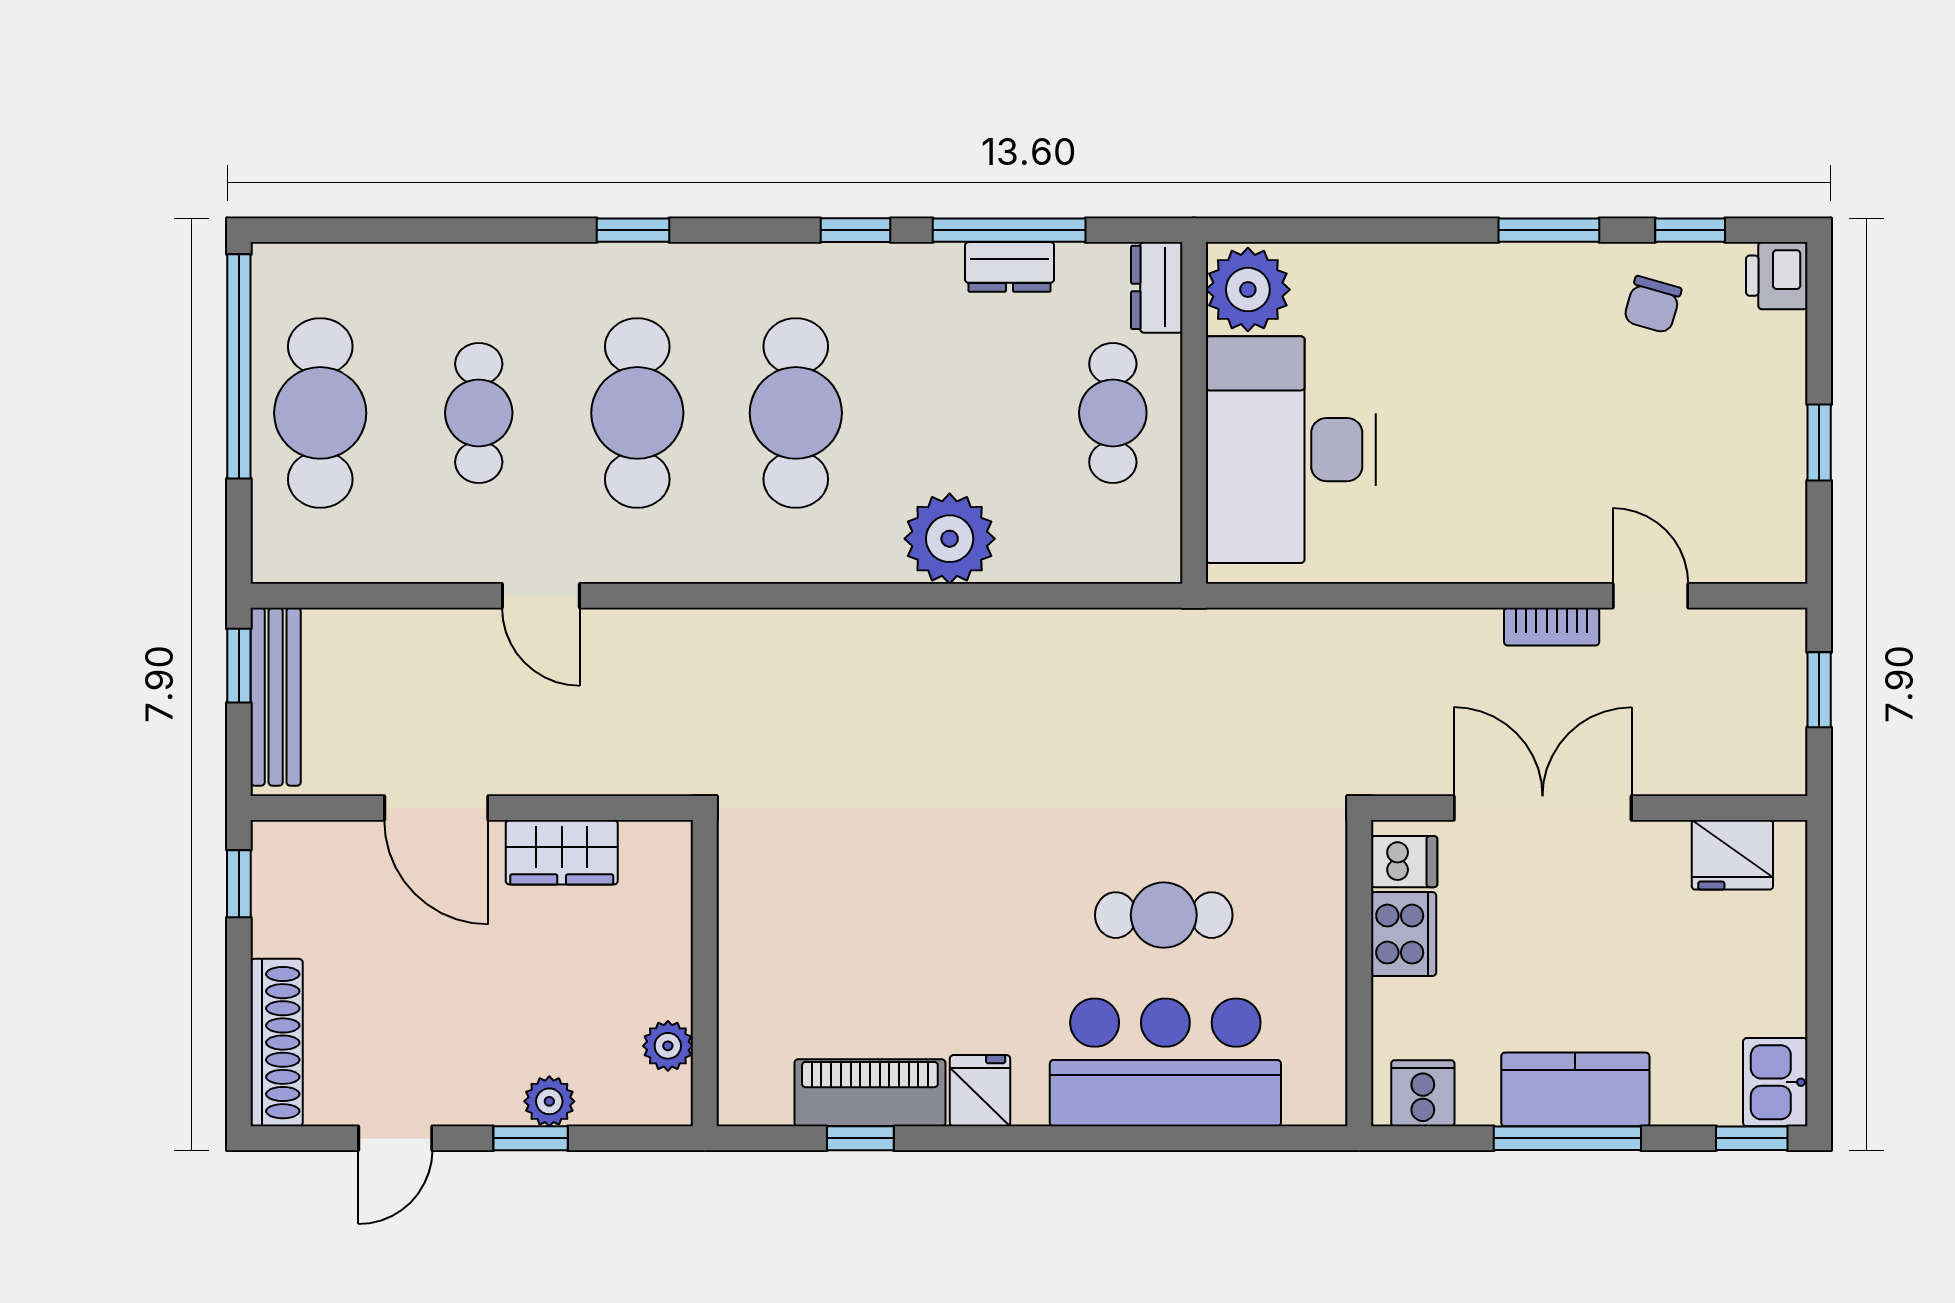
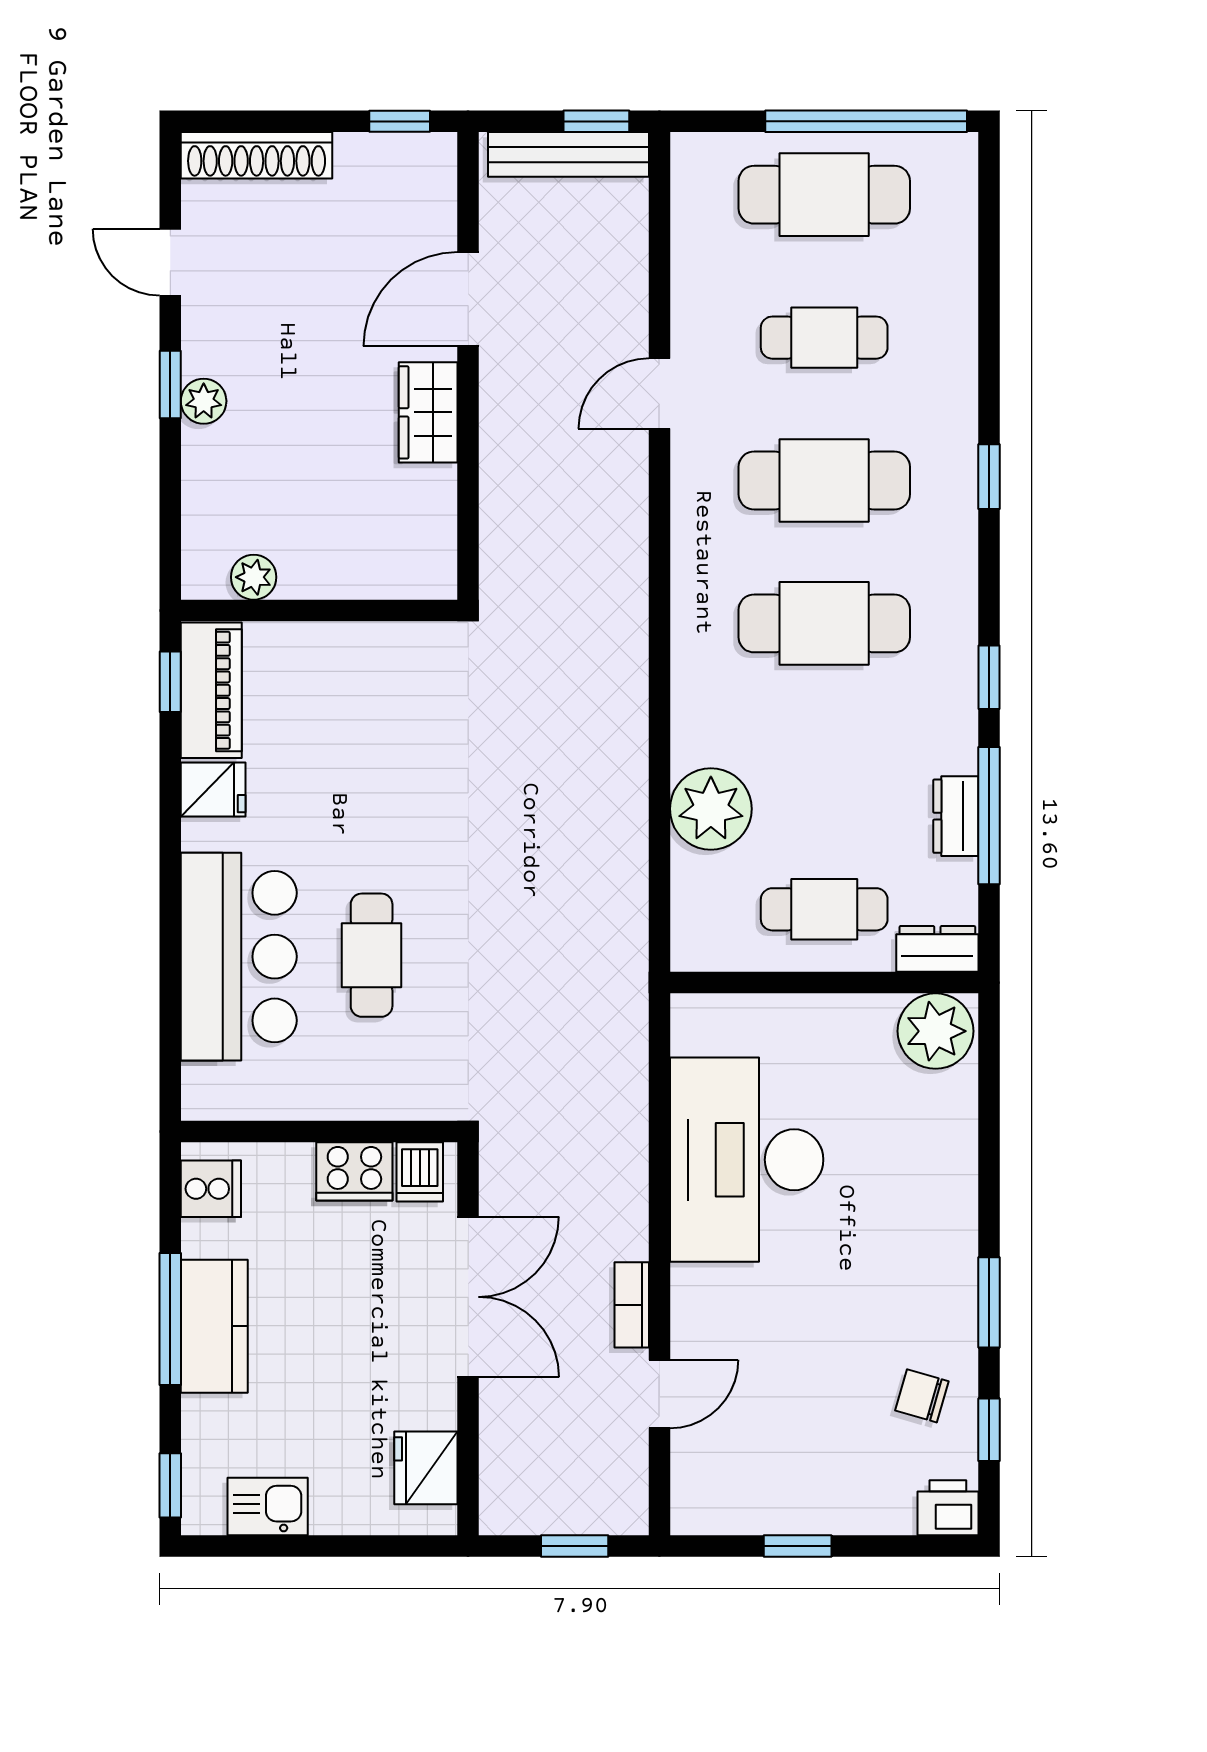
desk: (1291, 450) -> (747, 1160), moved, turned -90
plant: (950, 539) -> (711, 809), moved
wall: (705, 973) -> (319, 610), moved
plant: (668, 1046) -> (254, 577), moved
kitchen sink: (1775, 1082) -> (268, 1507), moved

